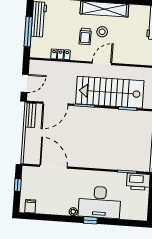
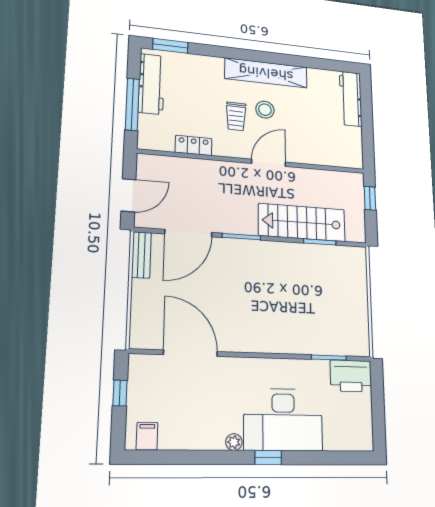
stairs: (110, 92) -> (302, 223), width x0.73, depth x0.66

